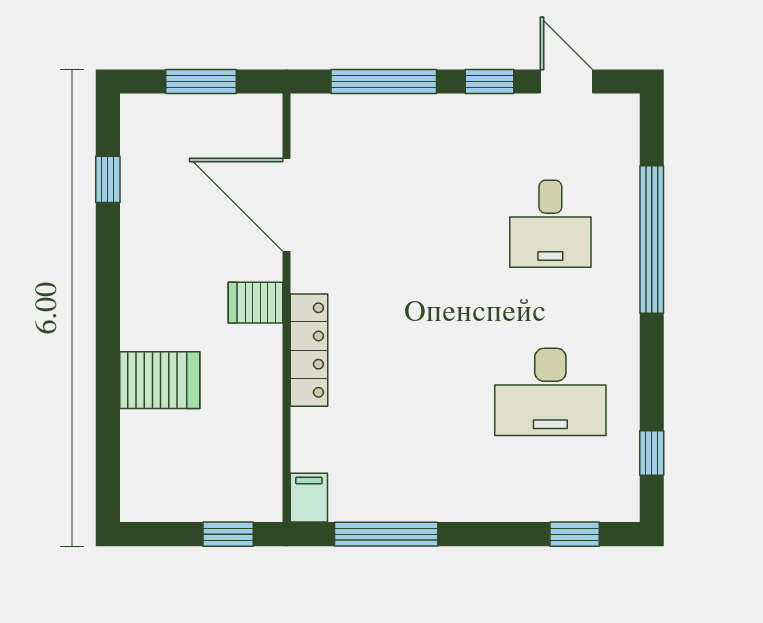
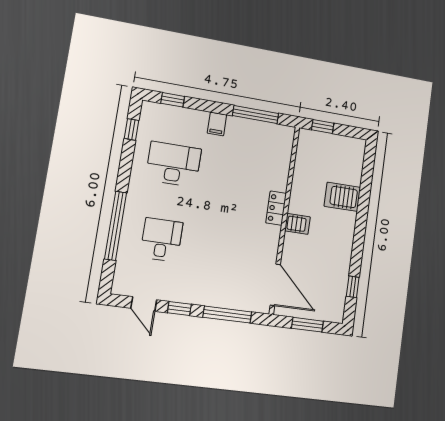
door: (286, 205) -> (275, 285), moved
locker: (309, 350) -> (276, 208), width x0.66
filing cabinet: (309, 498) -> (217, 124), moved

